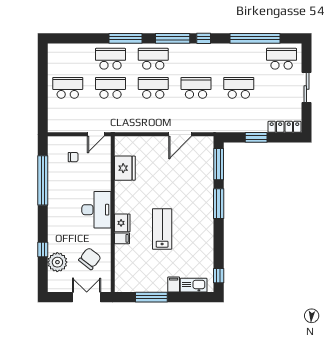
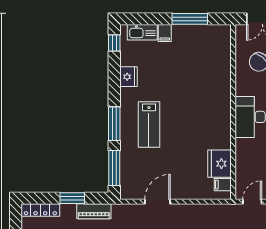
piano: (237, 126) -> (94, 211), added
fridge: (122, 223) -> (128, 77), moved, turned 180
lab bench: (162, 229) -> (149, 125), moved
filing cabinet: (122, 238) -> (223, 185), moved

